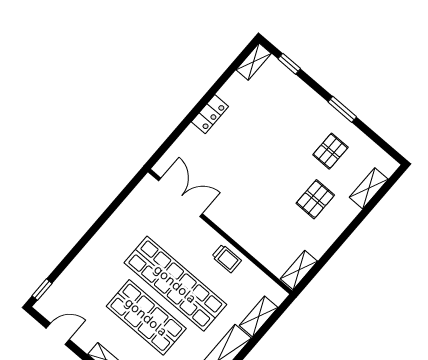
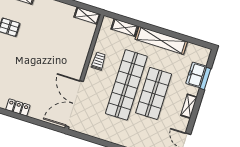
double door: (180, 197) -> (74, 104), width x1.36
pallet: (315, 199) -> (41, 24), removed

